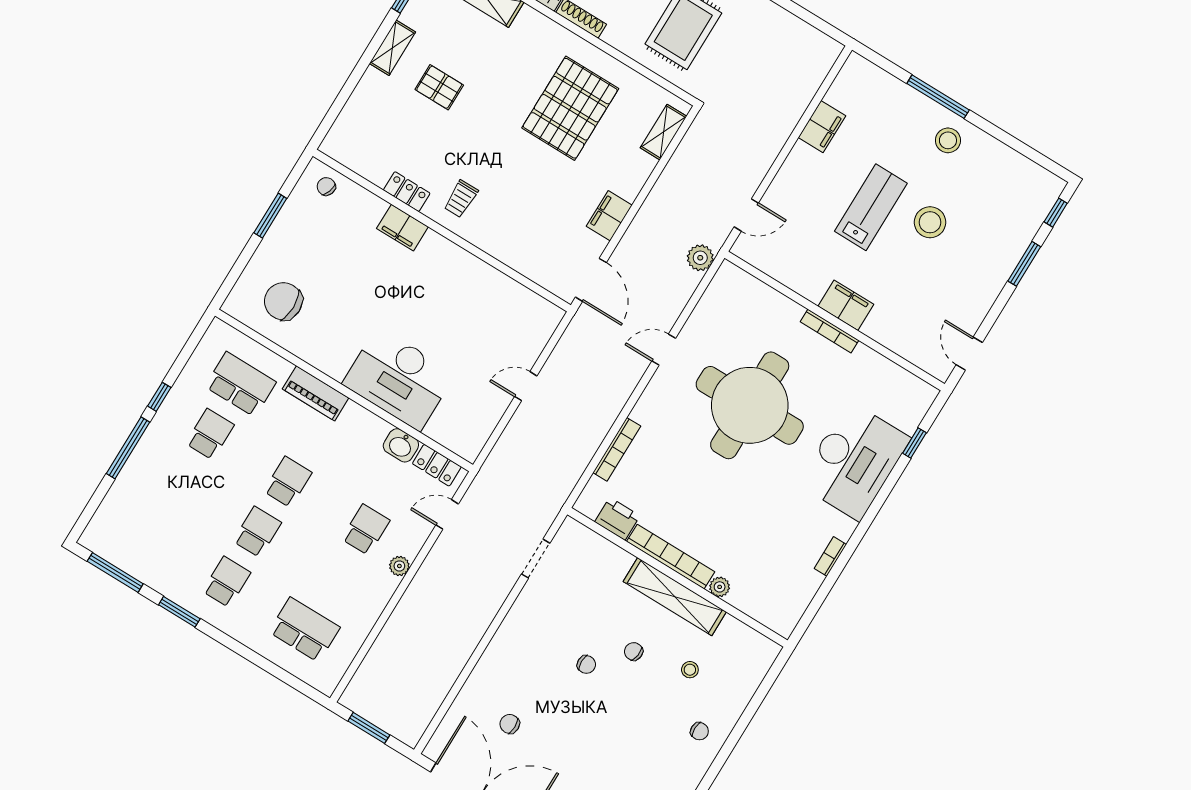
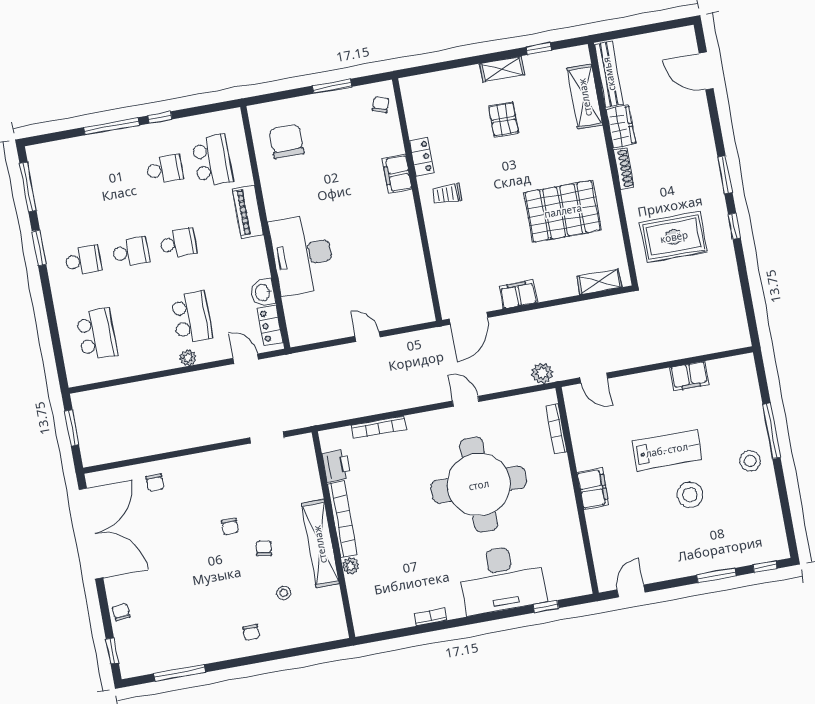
bookcase: (829, 331) -> (556, 429), moved
school desk: (366, 530) -> (192, 317), width x1.85
chair: (510, 724) -> (155, 483), moved, turned 180

